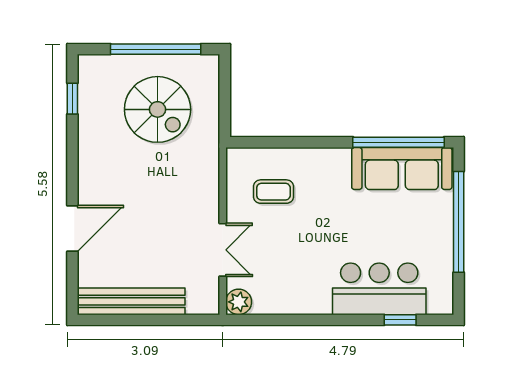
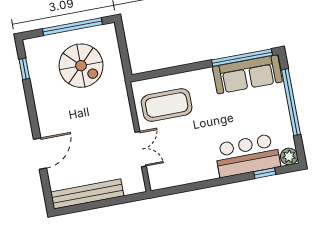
coffee table: (273, 192) -> (167, 105), width x1.86, depth x1.72
plant: (239, 302) -> (289, 156), moved

